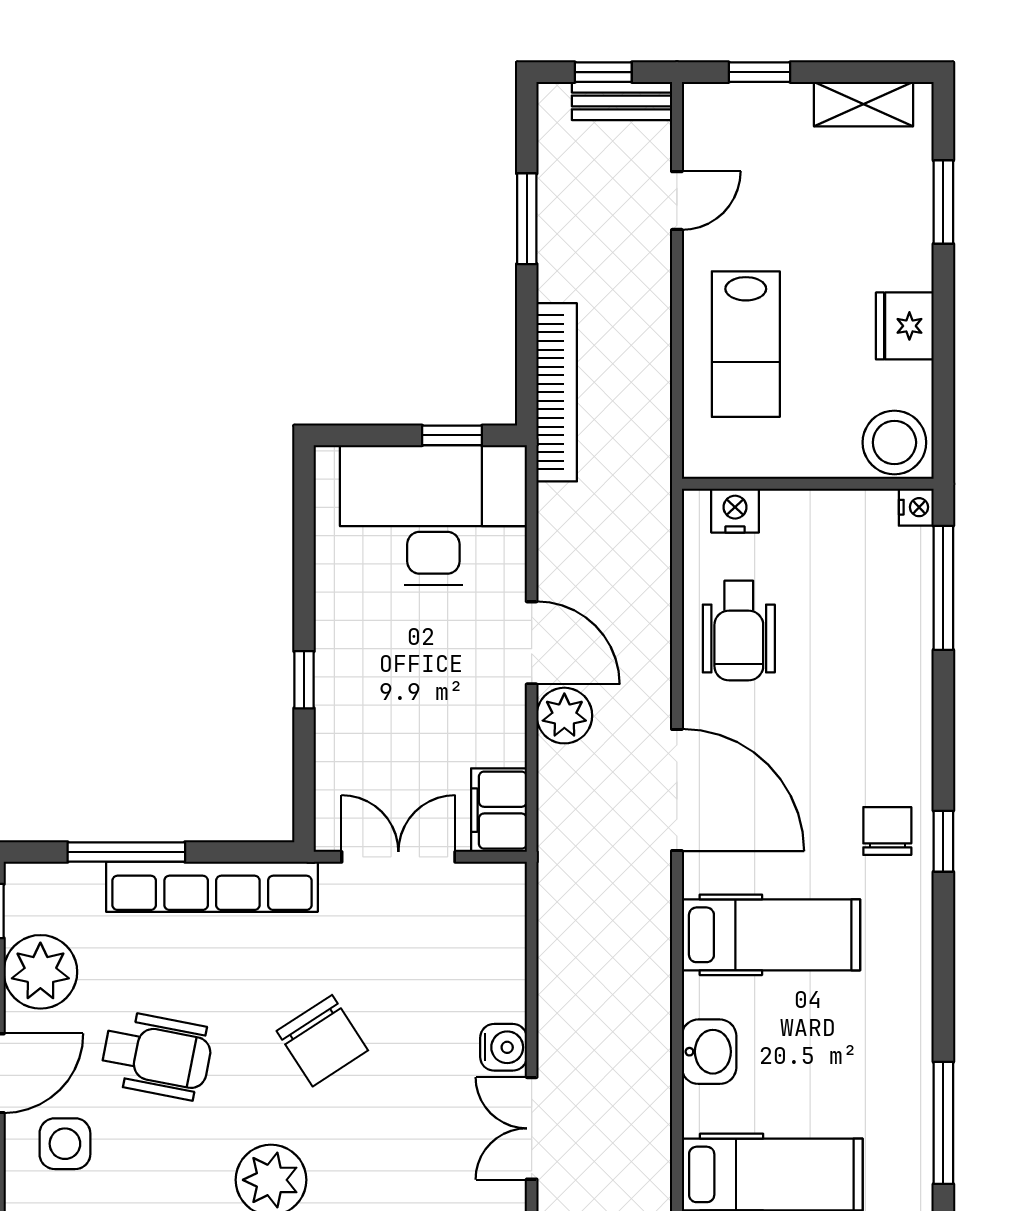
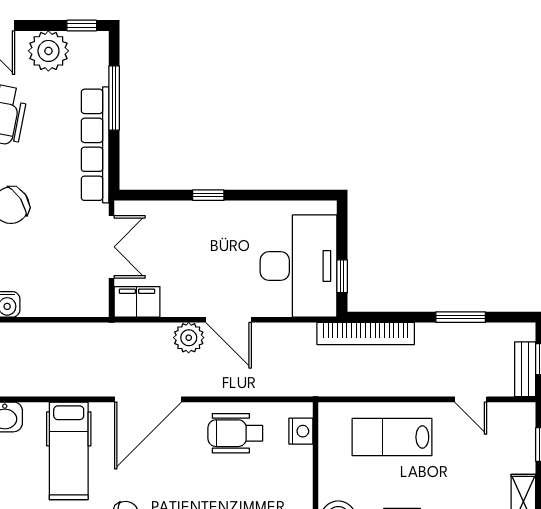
door: (532, 643) -> (229, 320), hinge flipped

